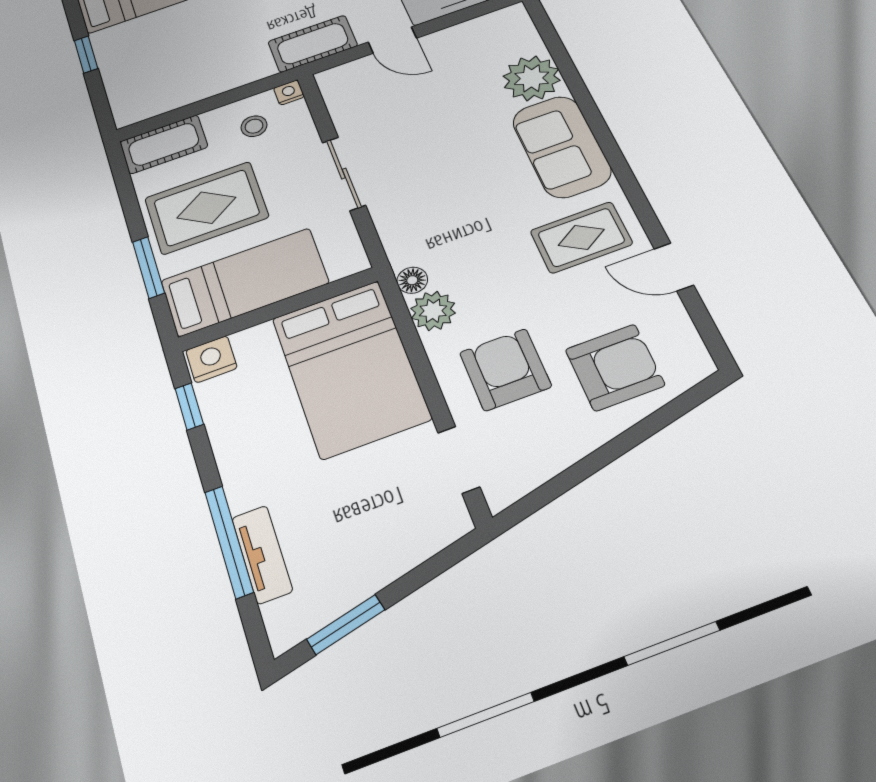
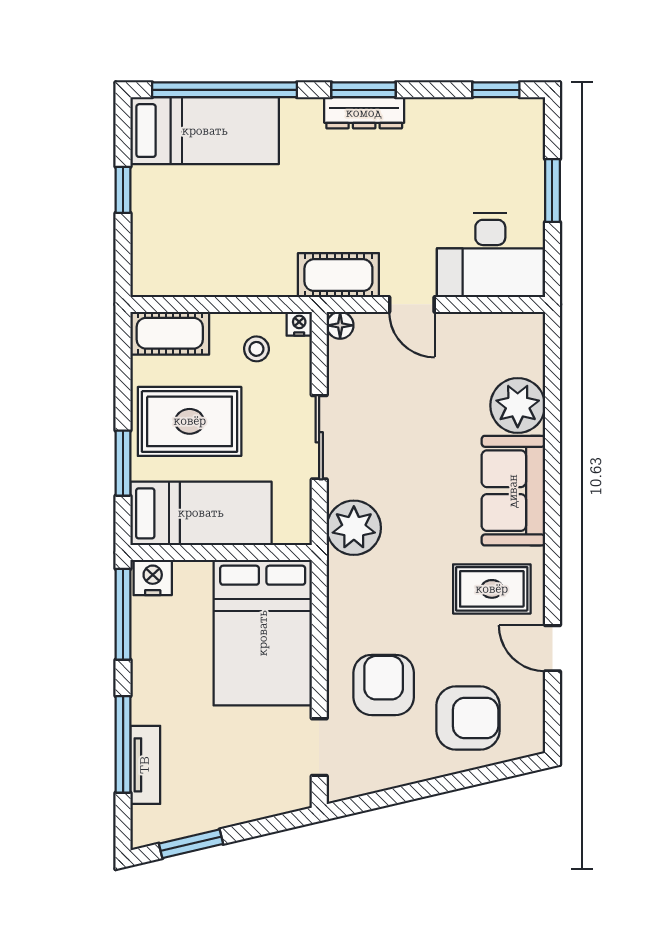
floor lamp: (412, 280) -> (340, 325), moved
plant: (433, 311) -> (354, 528), moved, width x1.36, depth x1.36
window: (189, 406) -> (123, 614), width x2.17

